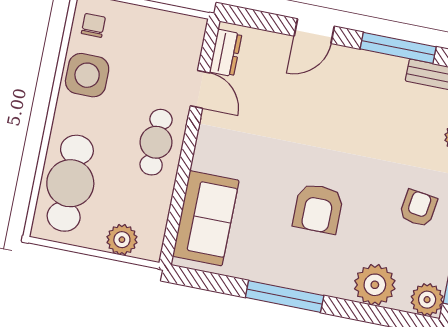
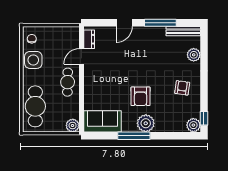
door: (200, 89) -> (81, 56), swing flipped
sofa: (206, 218) -> (102, 121), moved, turned -90
plant: (122, 240) -> (73, 125), moved
plant: (375, 285) -> (146, 123), moved

